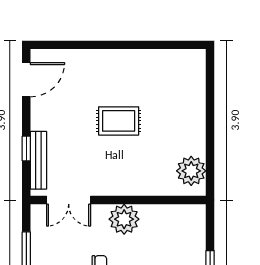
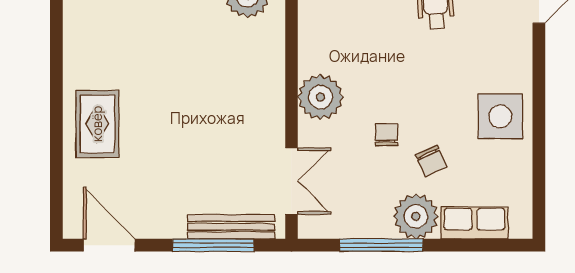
rug: (119, 121) -> (97, 124), moved
window: (26, 148) -> (213, 245), width x2.17

